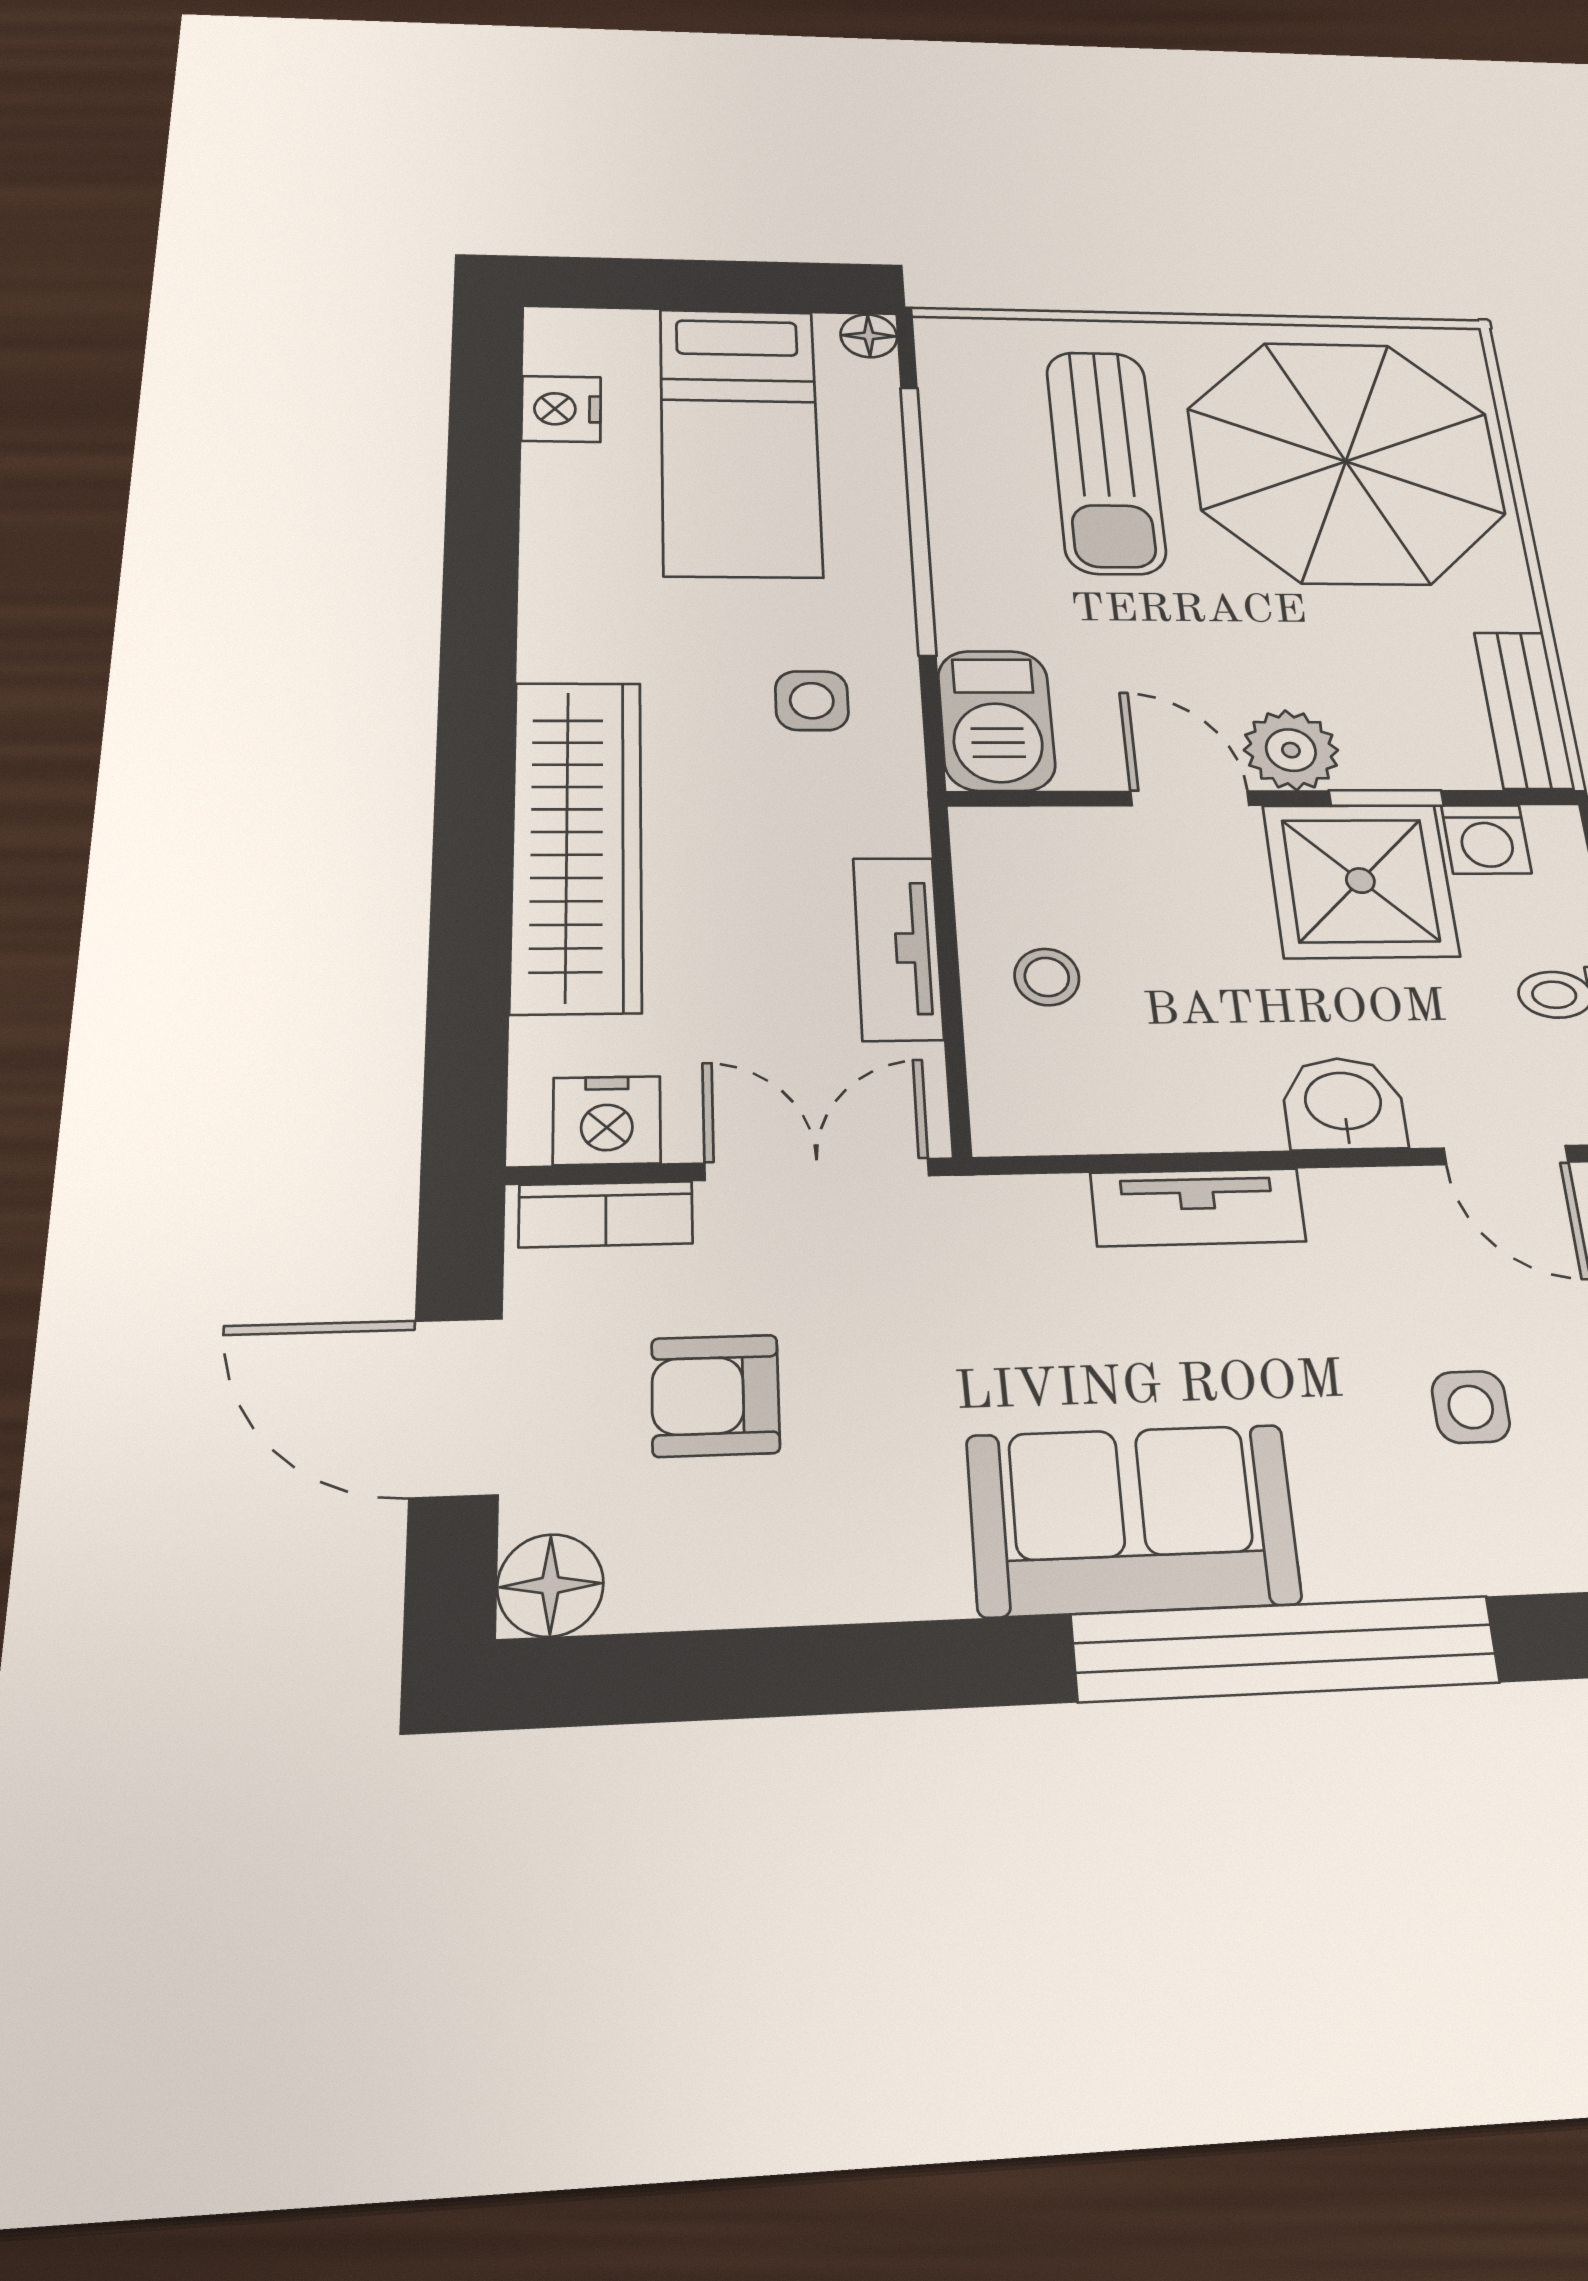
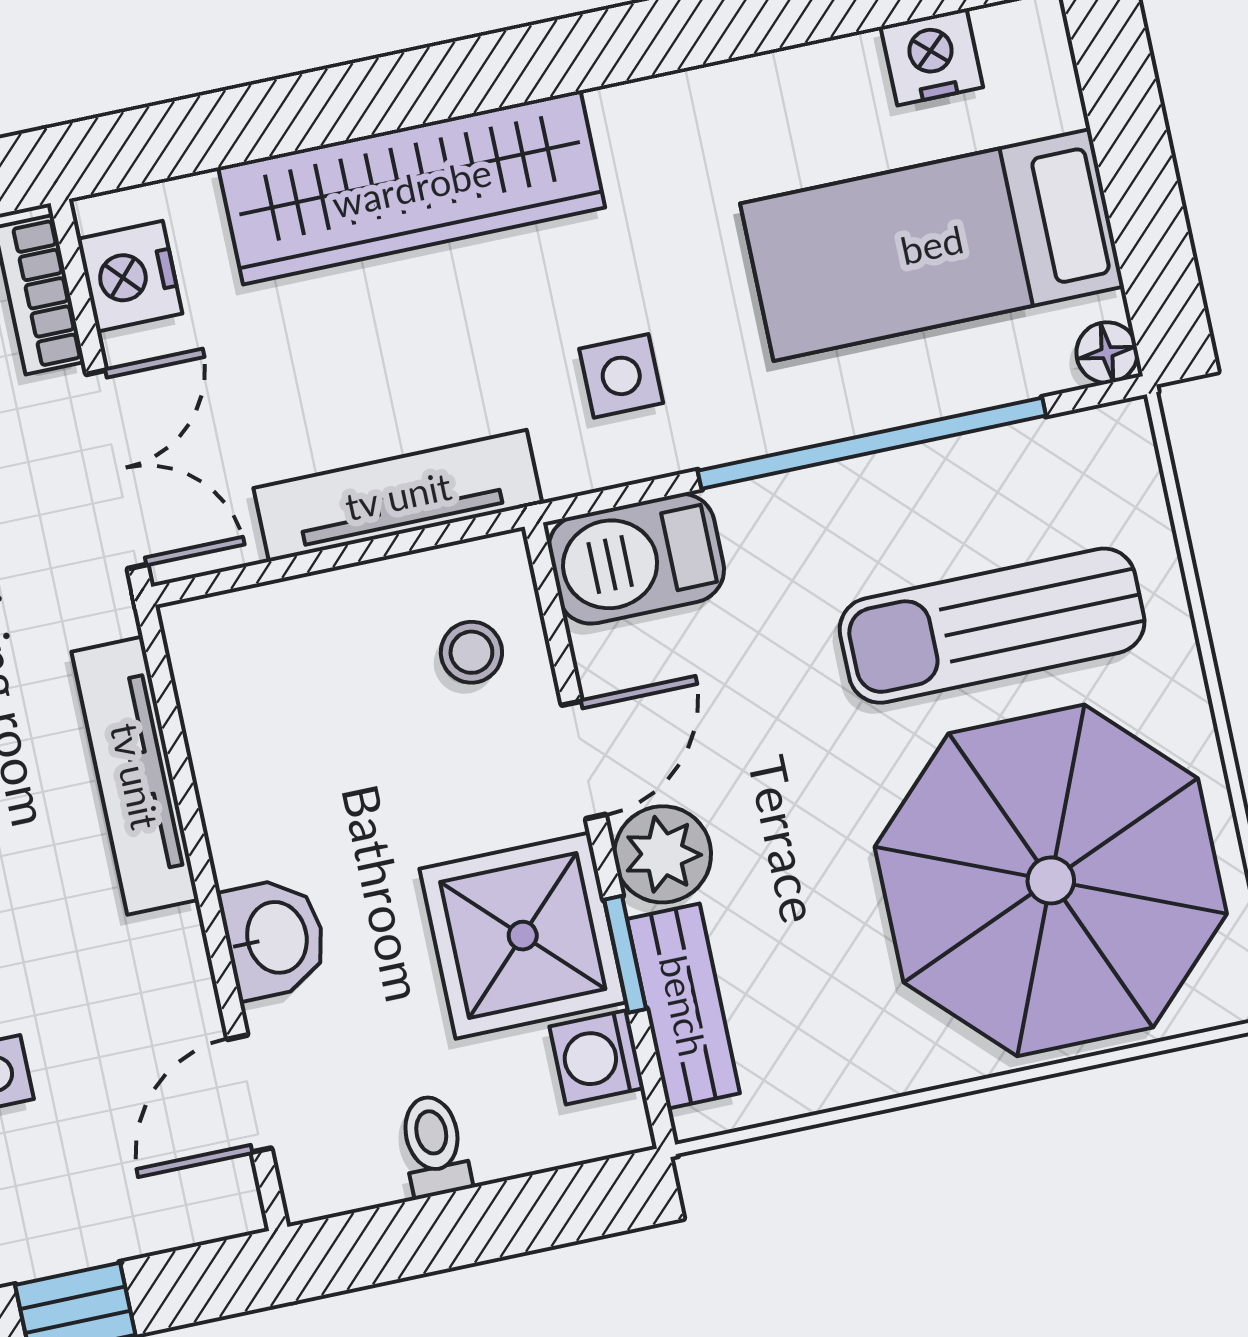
bench: (1524, 710) -> (683, 1006), moved, turned 90
tv unit: (898, 948) -> (398, 496), width x1.41
stool: (1047, 977) -> (471, 652), moved
tv unit: (1198, 1207) -> (135, 776), width x1.41

